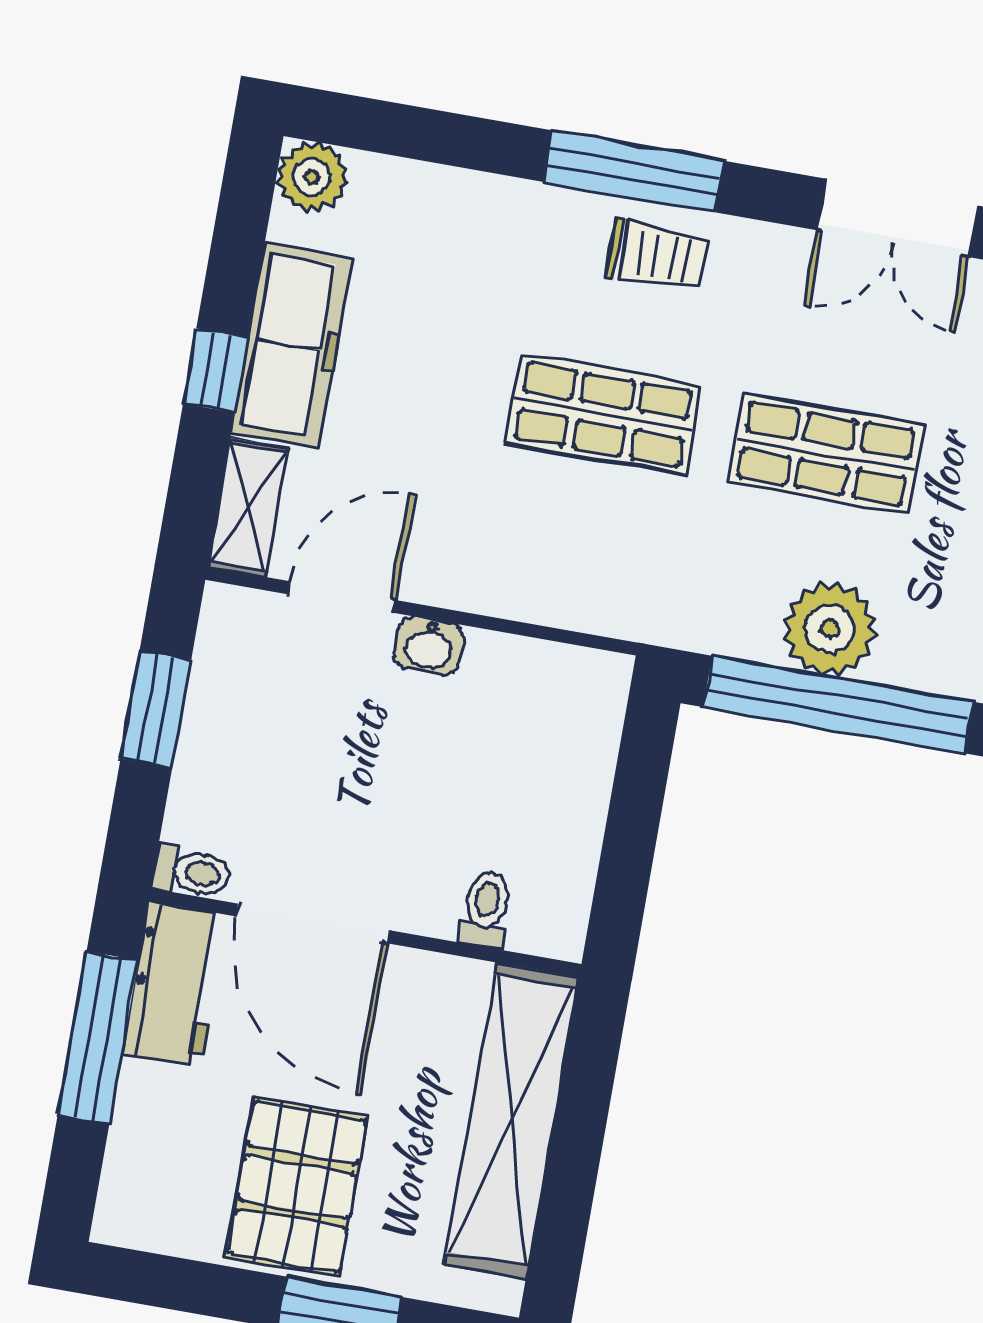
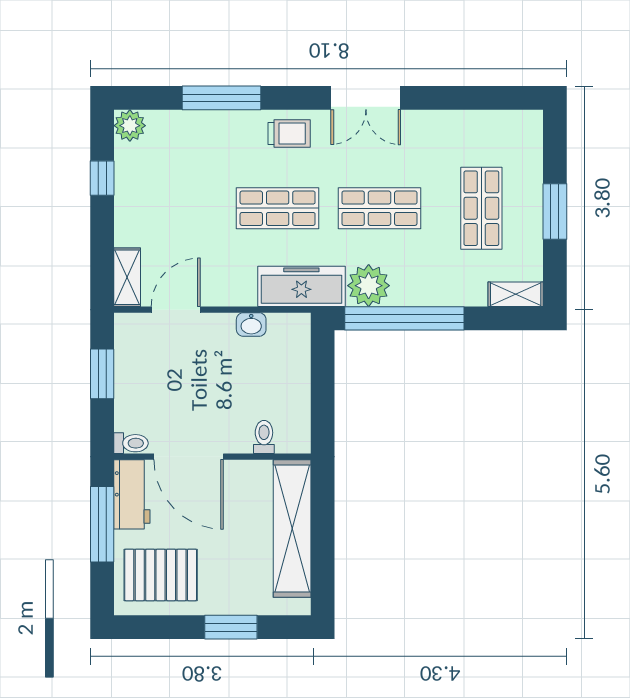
window: (634, 171) -> (221, 98), moved
double door: (897, 218) -> (366, 98), moved
freezer: (292, 345) -> (301, 286), moved, turned -90
window: (216, 371) -> (102, 178), moved
plant: (830, 629) -> (369, 286), moved
washbasin: (429, 646) -> (251, 325), moved
pallet: (297, 1187) -> (161, 575), moved, turned 90

